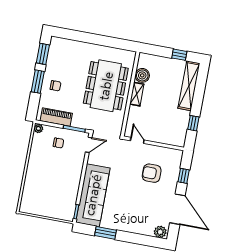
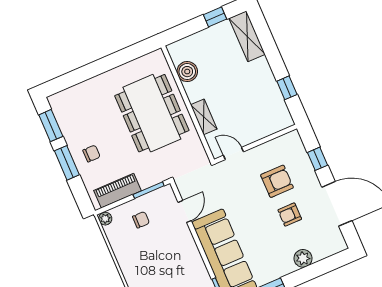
shelving: (189, 86) -> (247, 36), width x0.68
shelving: (137, 94) -> (204, 117), moved
door: (89, 145) -> (185, 211), moved
armchair: (152, 173) -> (277, 181), turned 180
armchair: (146, 197) -> (290, 215), added
plant: (160, 232) -> (303, 258), moved

